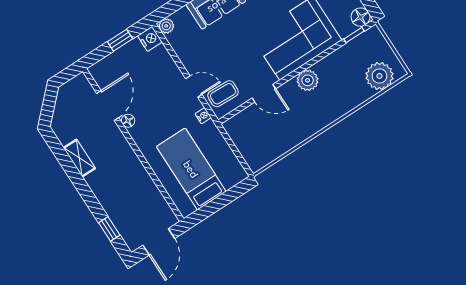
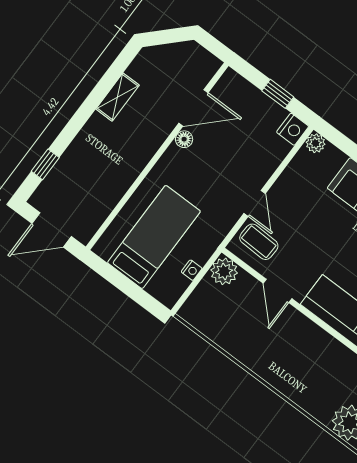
plant: (308, 80) -> (224, 271), moved
nightstand: (203, 116) -> (192, 270), moved

